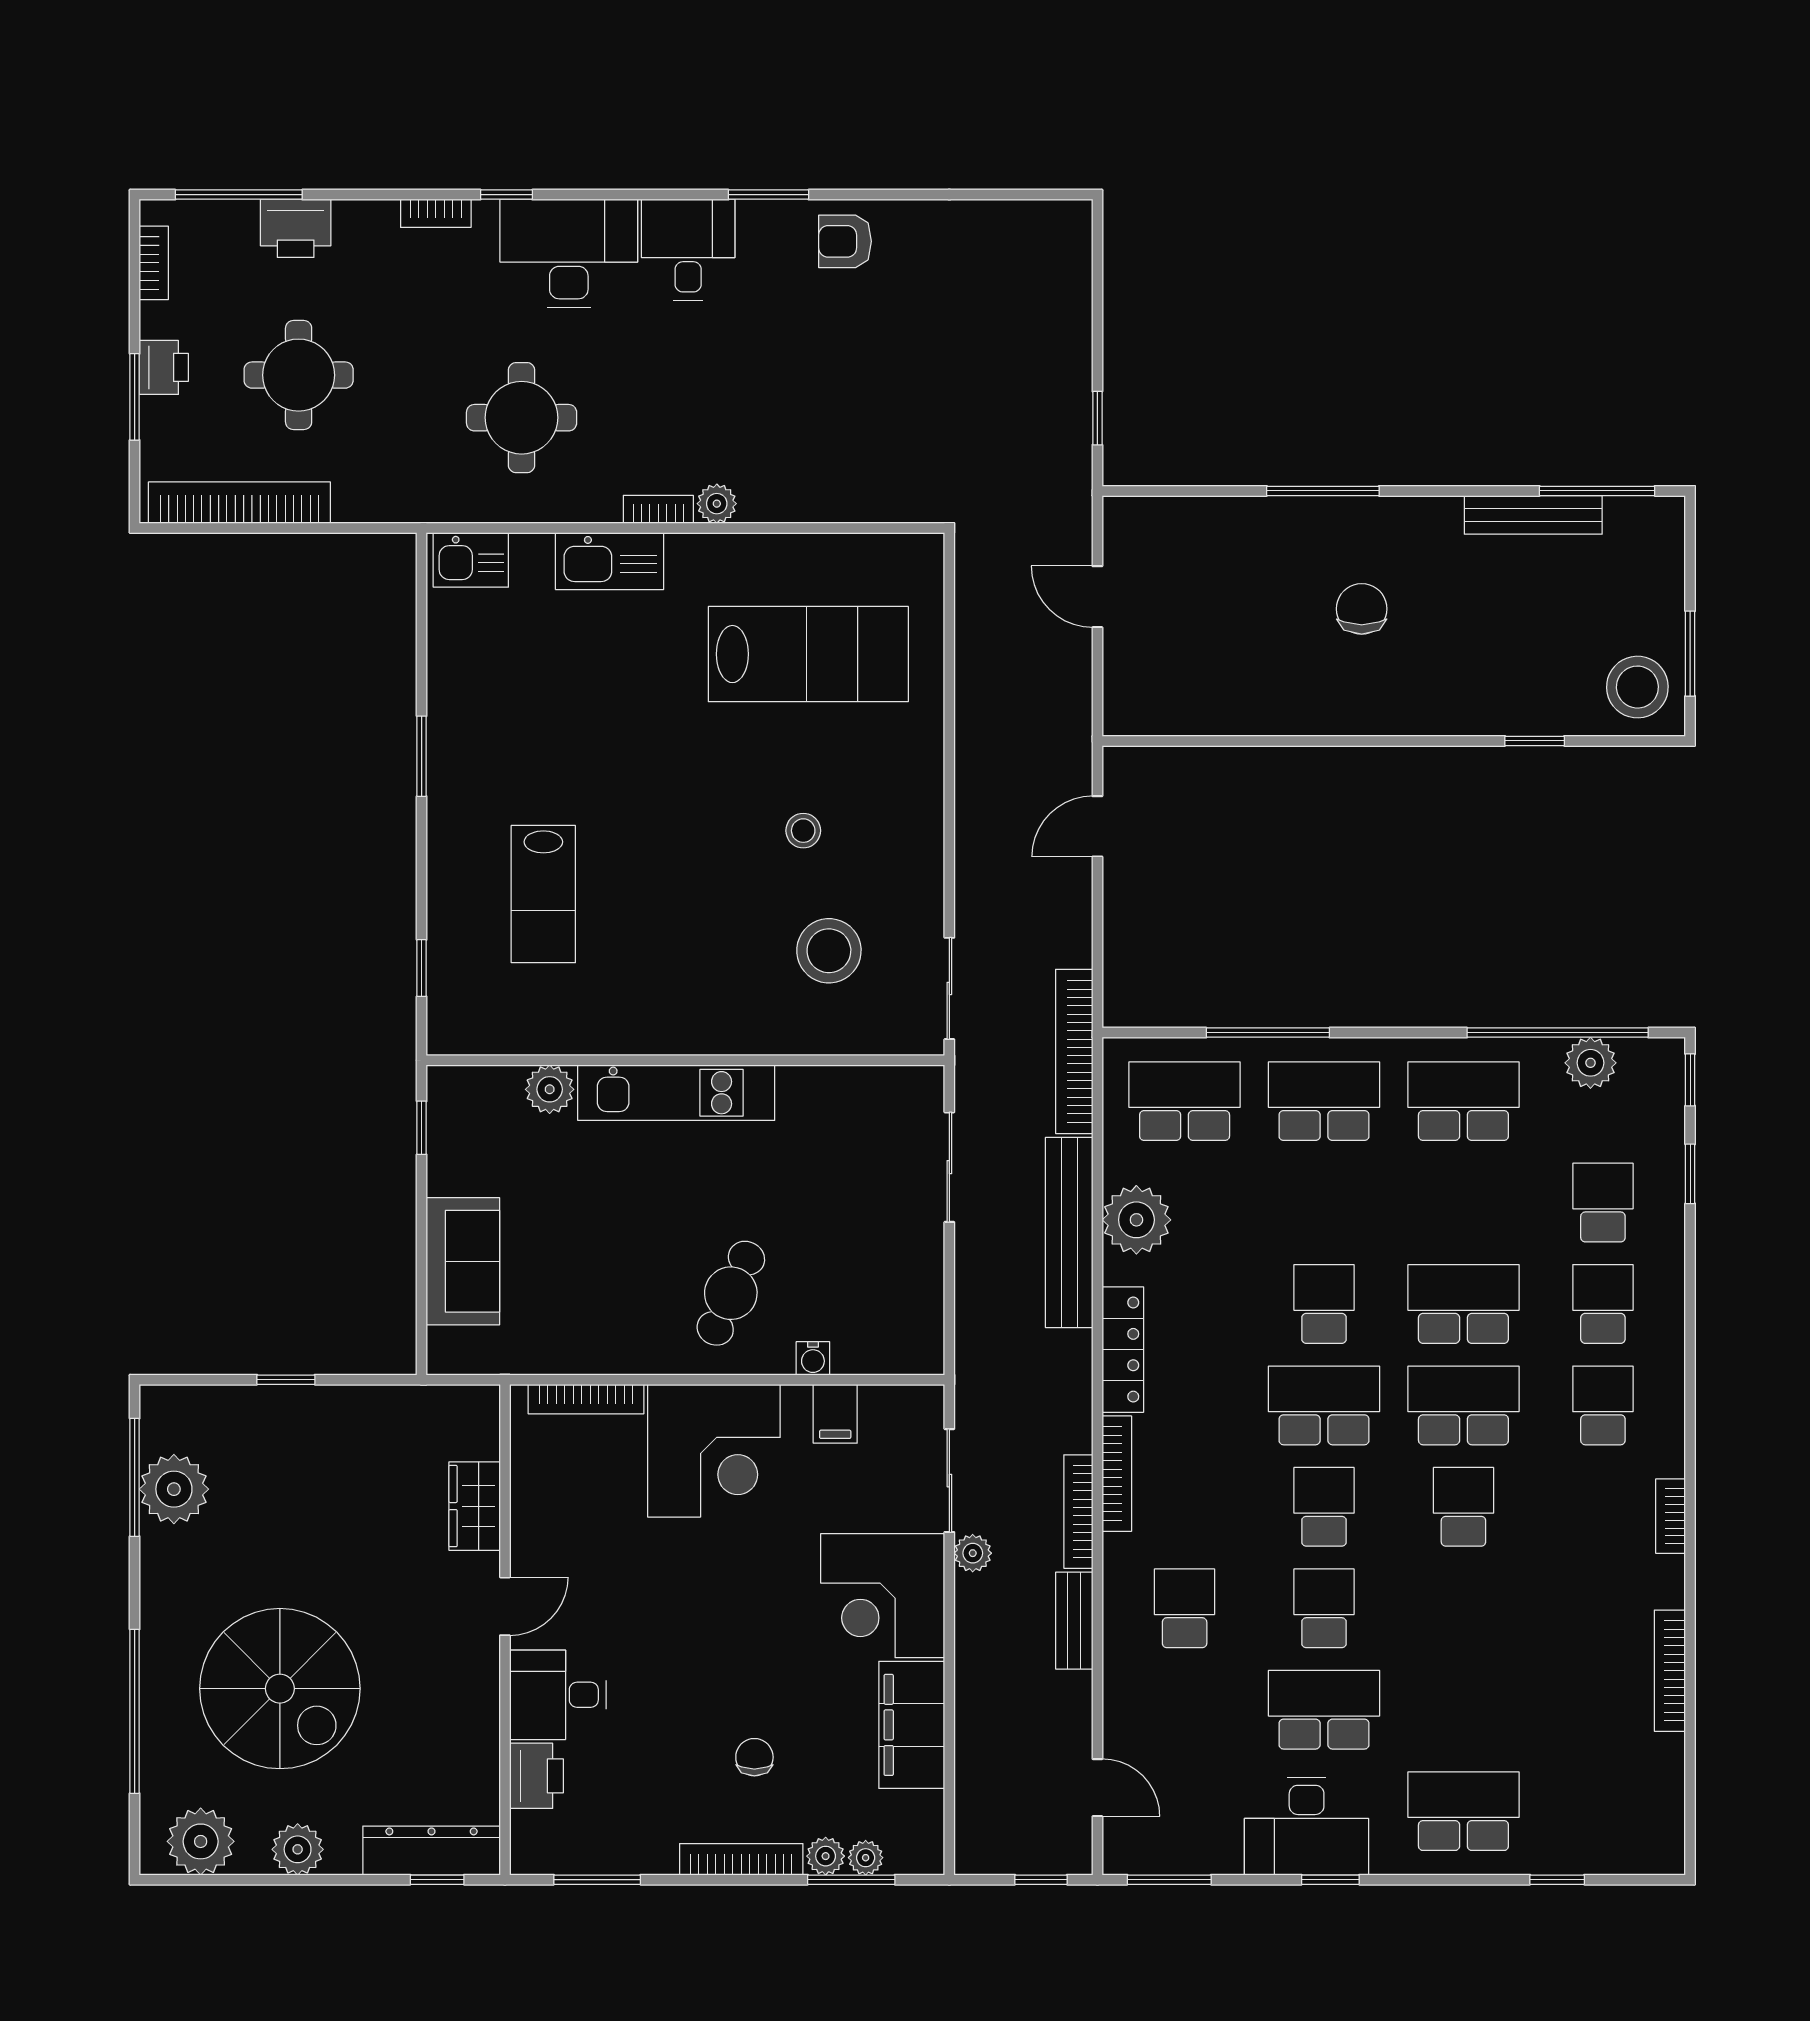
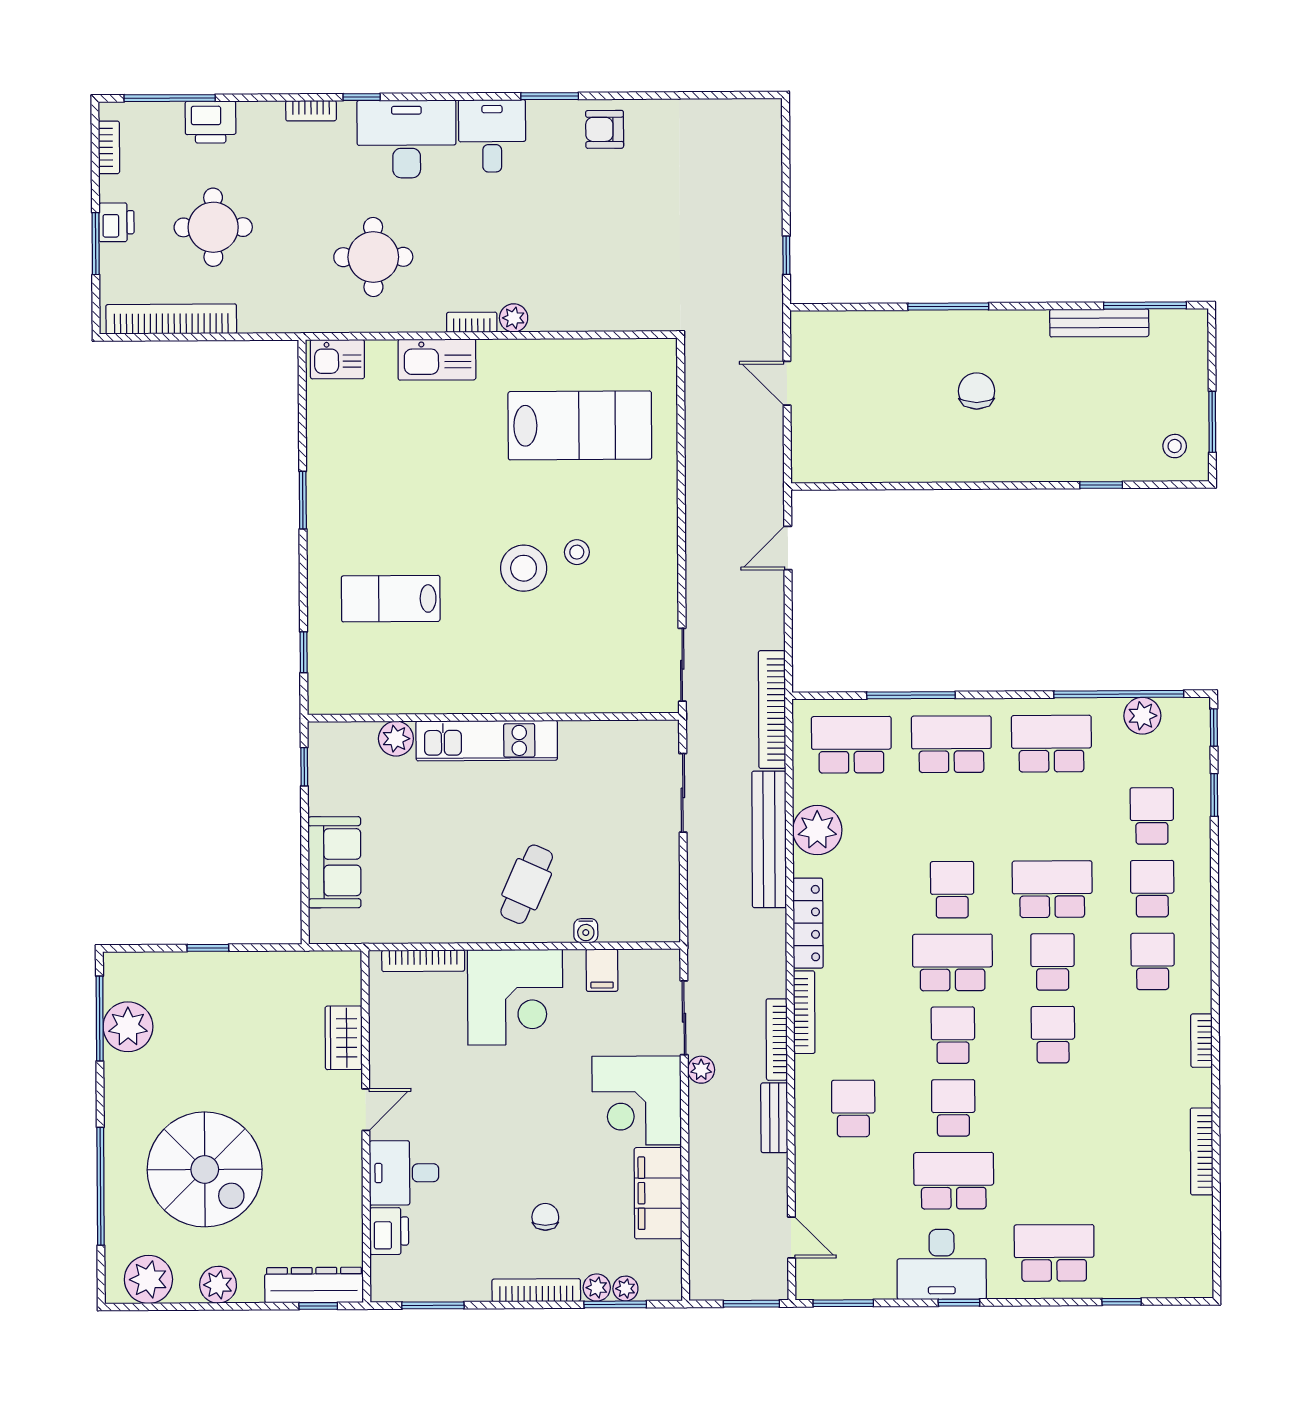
stool: (1637, 687) -> (1175, 446), width x0.53, depth x0.53
lab bench: (543, 894) -> (391, 599), turned 90
stool: (829, 951) -> (524, 568), moved
school desk: (1463, 1405) -> (1053, 962), width x0.54
window: (1041, 1880) -> (751, 1304), width x1.50

